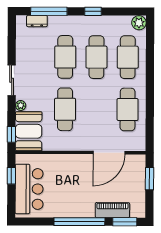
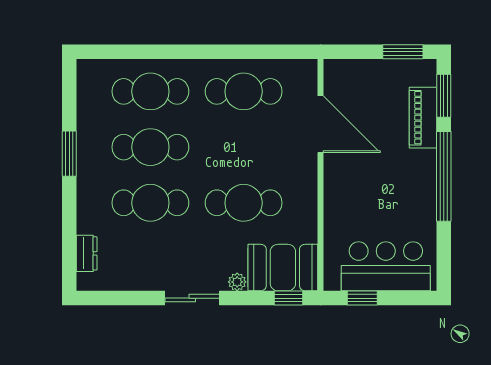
window: (49, 11) -> (69, 232), removed
window: (93, 11) -> (69, 154), width x1.50
plant: (139, 23) -> (89, 72), removed
window: (150, 179) -> (403, 52), moved

